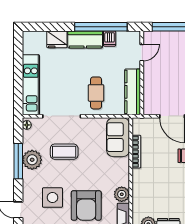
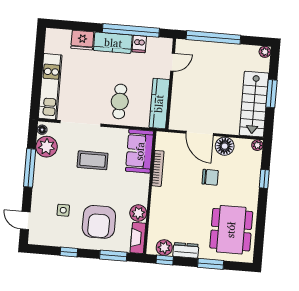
coffee table: (64, 152) -> (93, 160), moved
plant: (32, 160) -> (47, 147), moved
side table: (52, 198) -> (63, 210), width x0.54, depth x0.54

